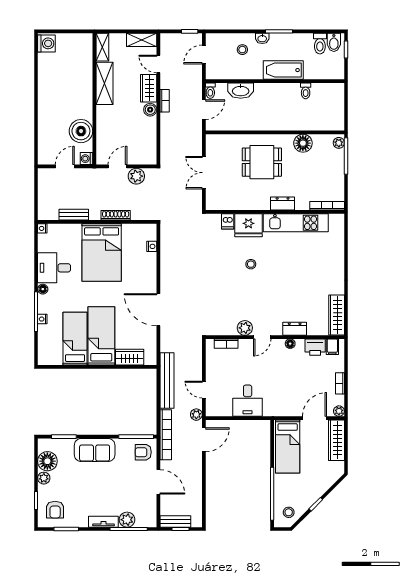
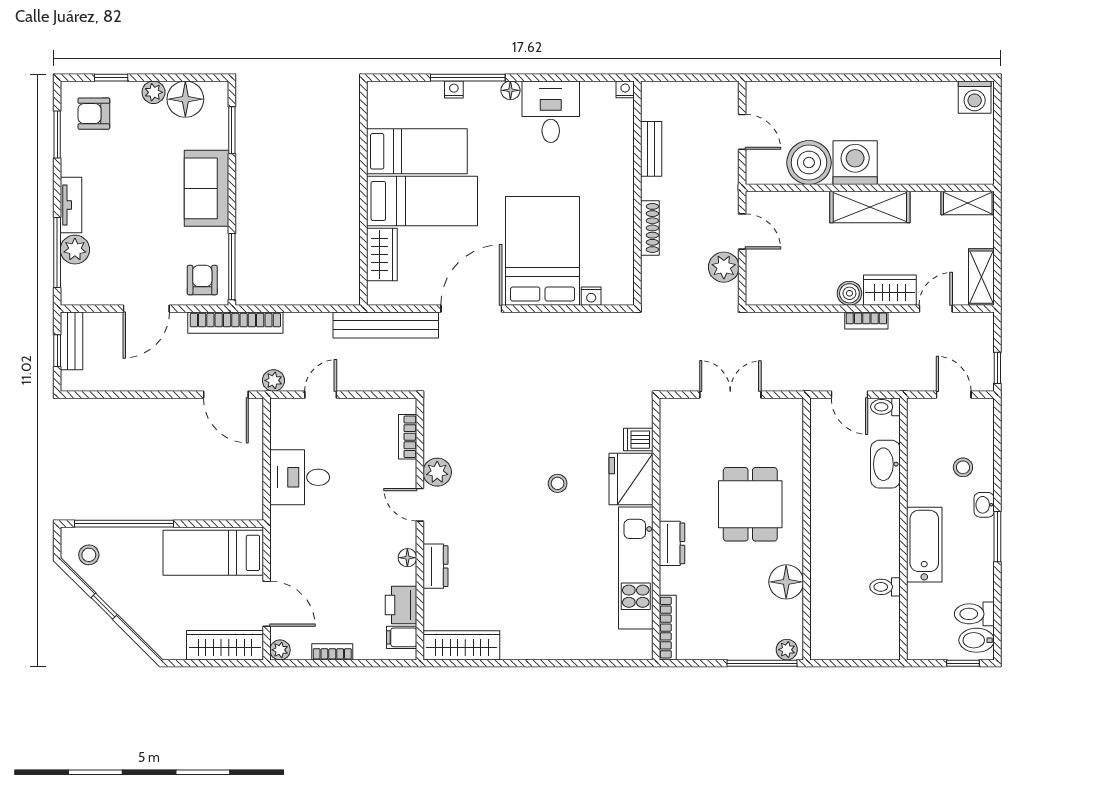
shelving: (105, 83) -> (870, 207), moved
washing machine: (86, 159) -> (855, 163), moved, width x1.89, depth x1.89
bed: (102, 252) -> (542, 251), moved, turned 90
bench: (167, 381) -> (386, 325), moved

